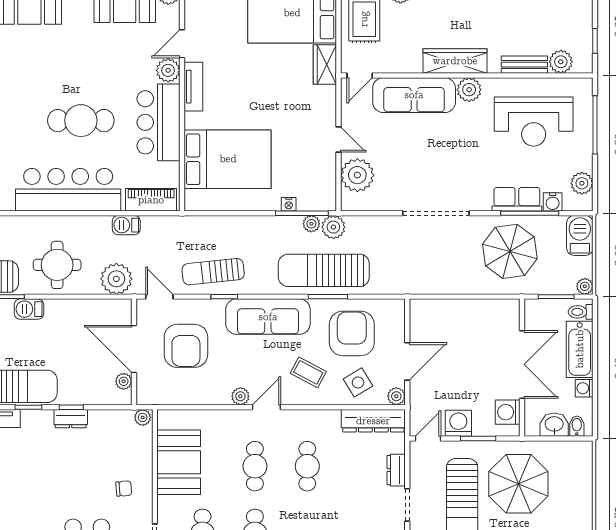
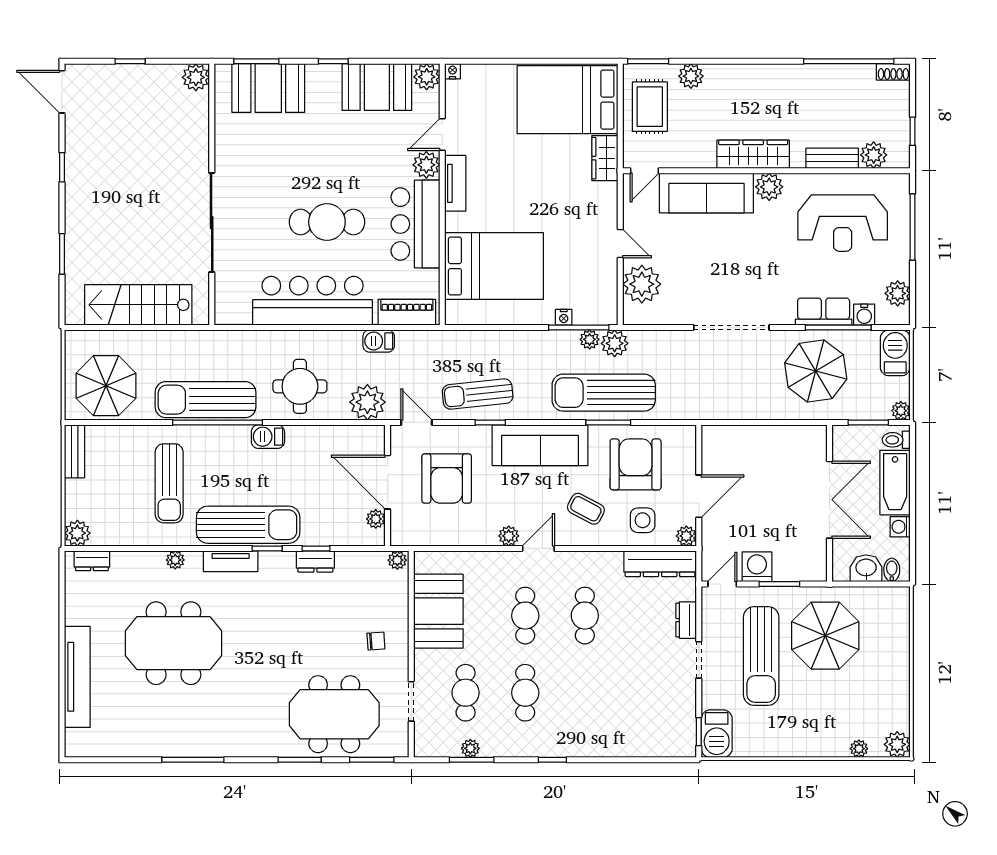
side table: (358, 382) -> (643, 520), turned 31
washing machine: (508, 412) -> (813, 554), removed

